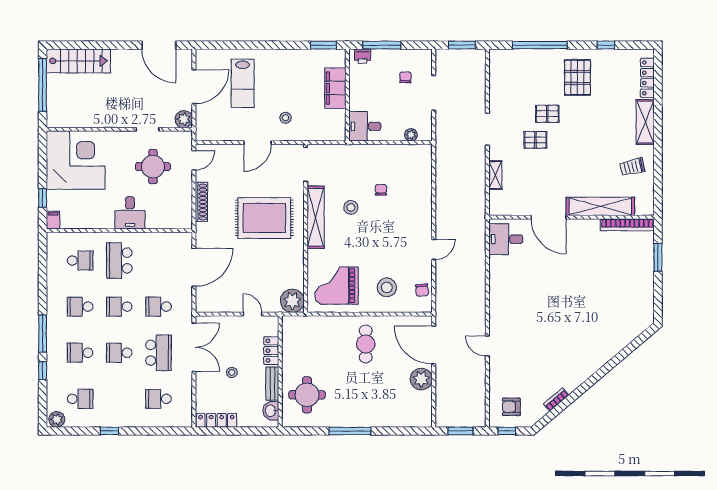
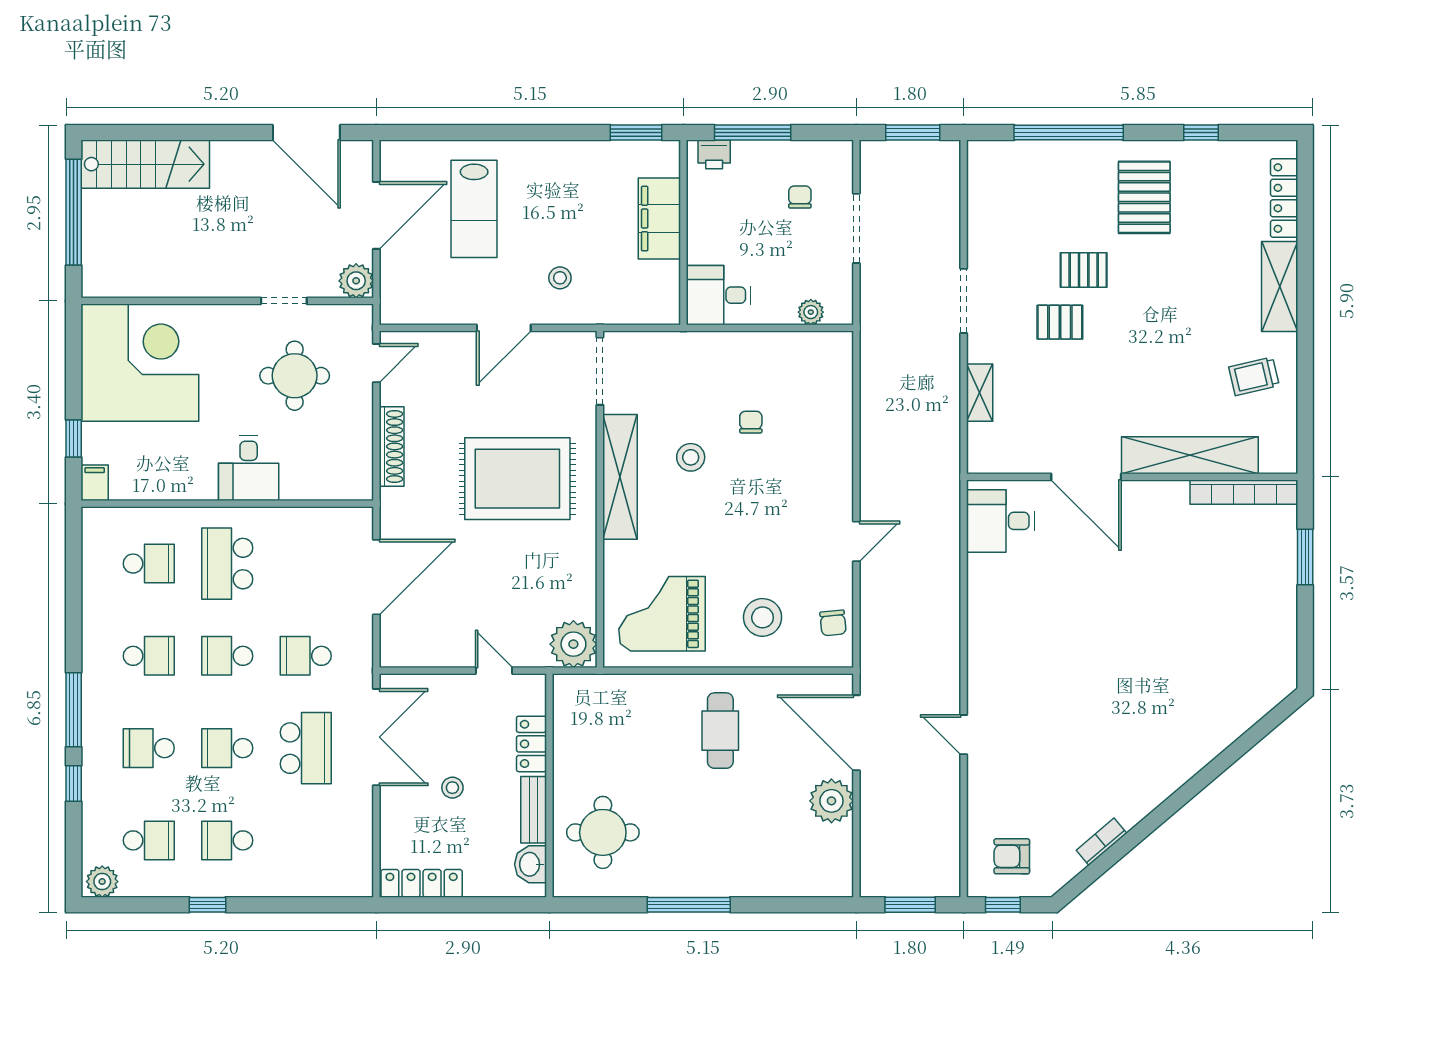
school desk: (80, 307) -> (149, 656), turned 180
school desk: (159, 399) -> (227, 840), moved

